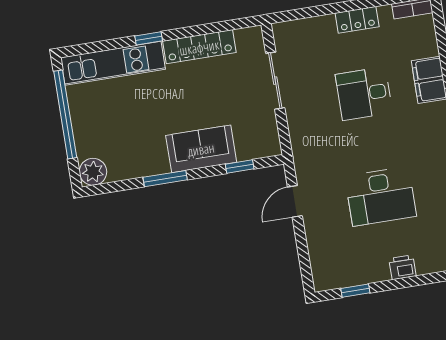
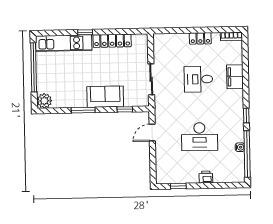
sliding door: (275, 81) -> (151, 79), moved

